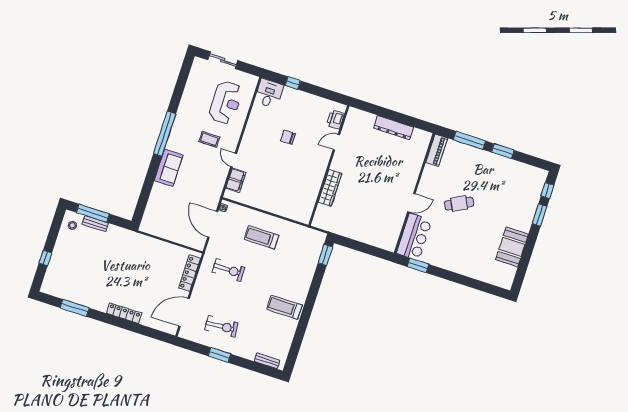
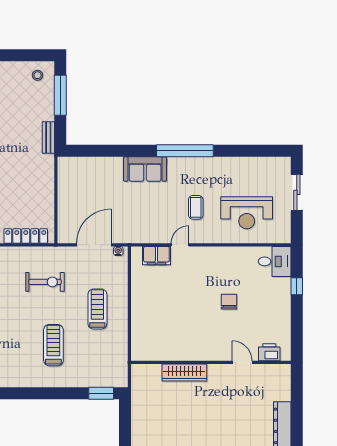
bench: (95, 224) -> (48, 137), moved
exercise bike: (229, 270) -> (45, 282), turned -90
treadmill: (284, 307) -> (53, 345), moved

